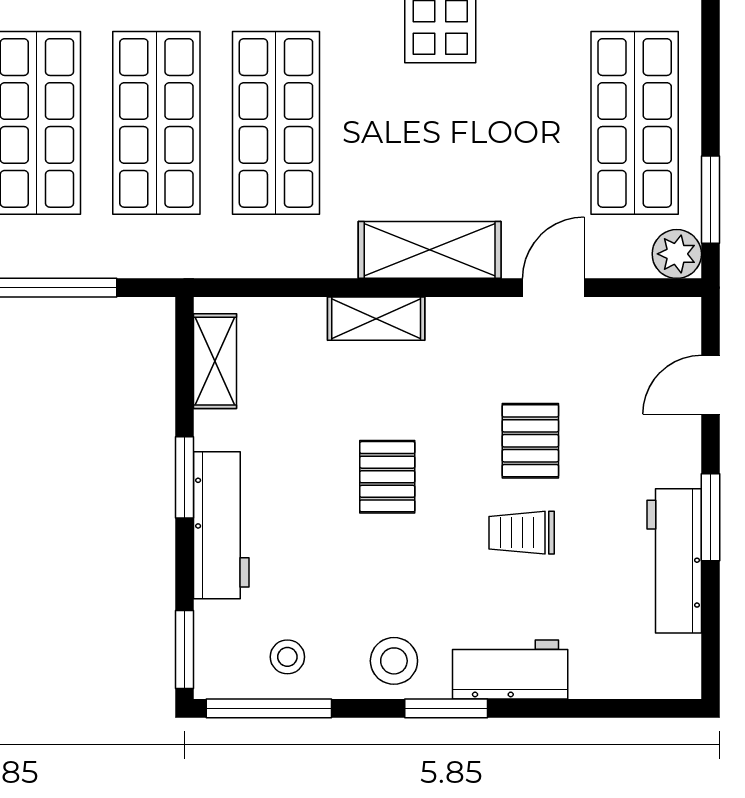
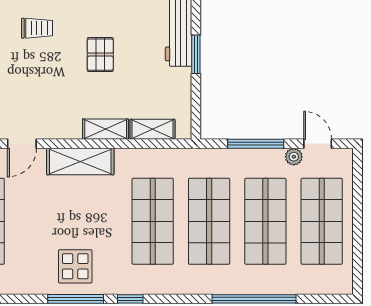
shelving: (215, 361) -> (152, 129), moved, turned 90
pallet: (530, 441) -> (33, 72), removed

